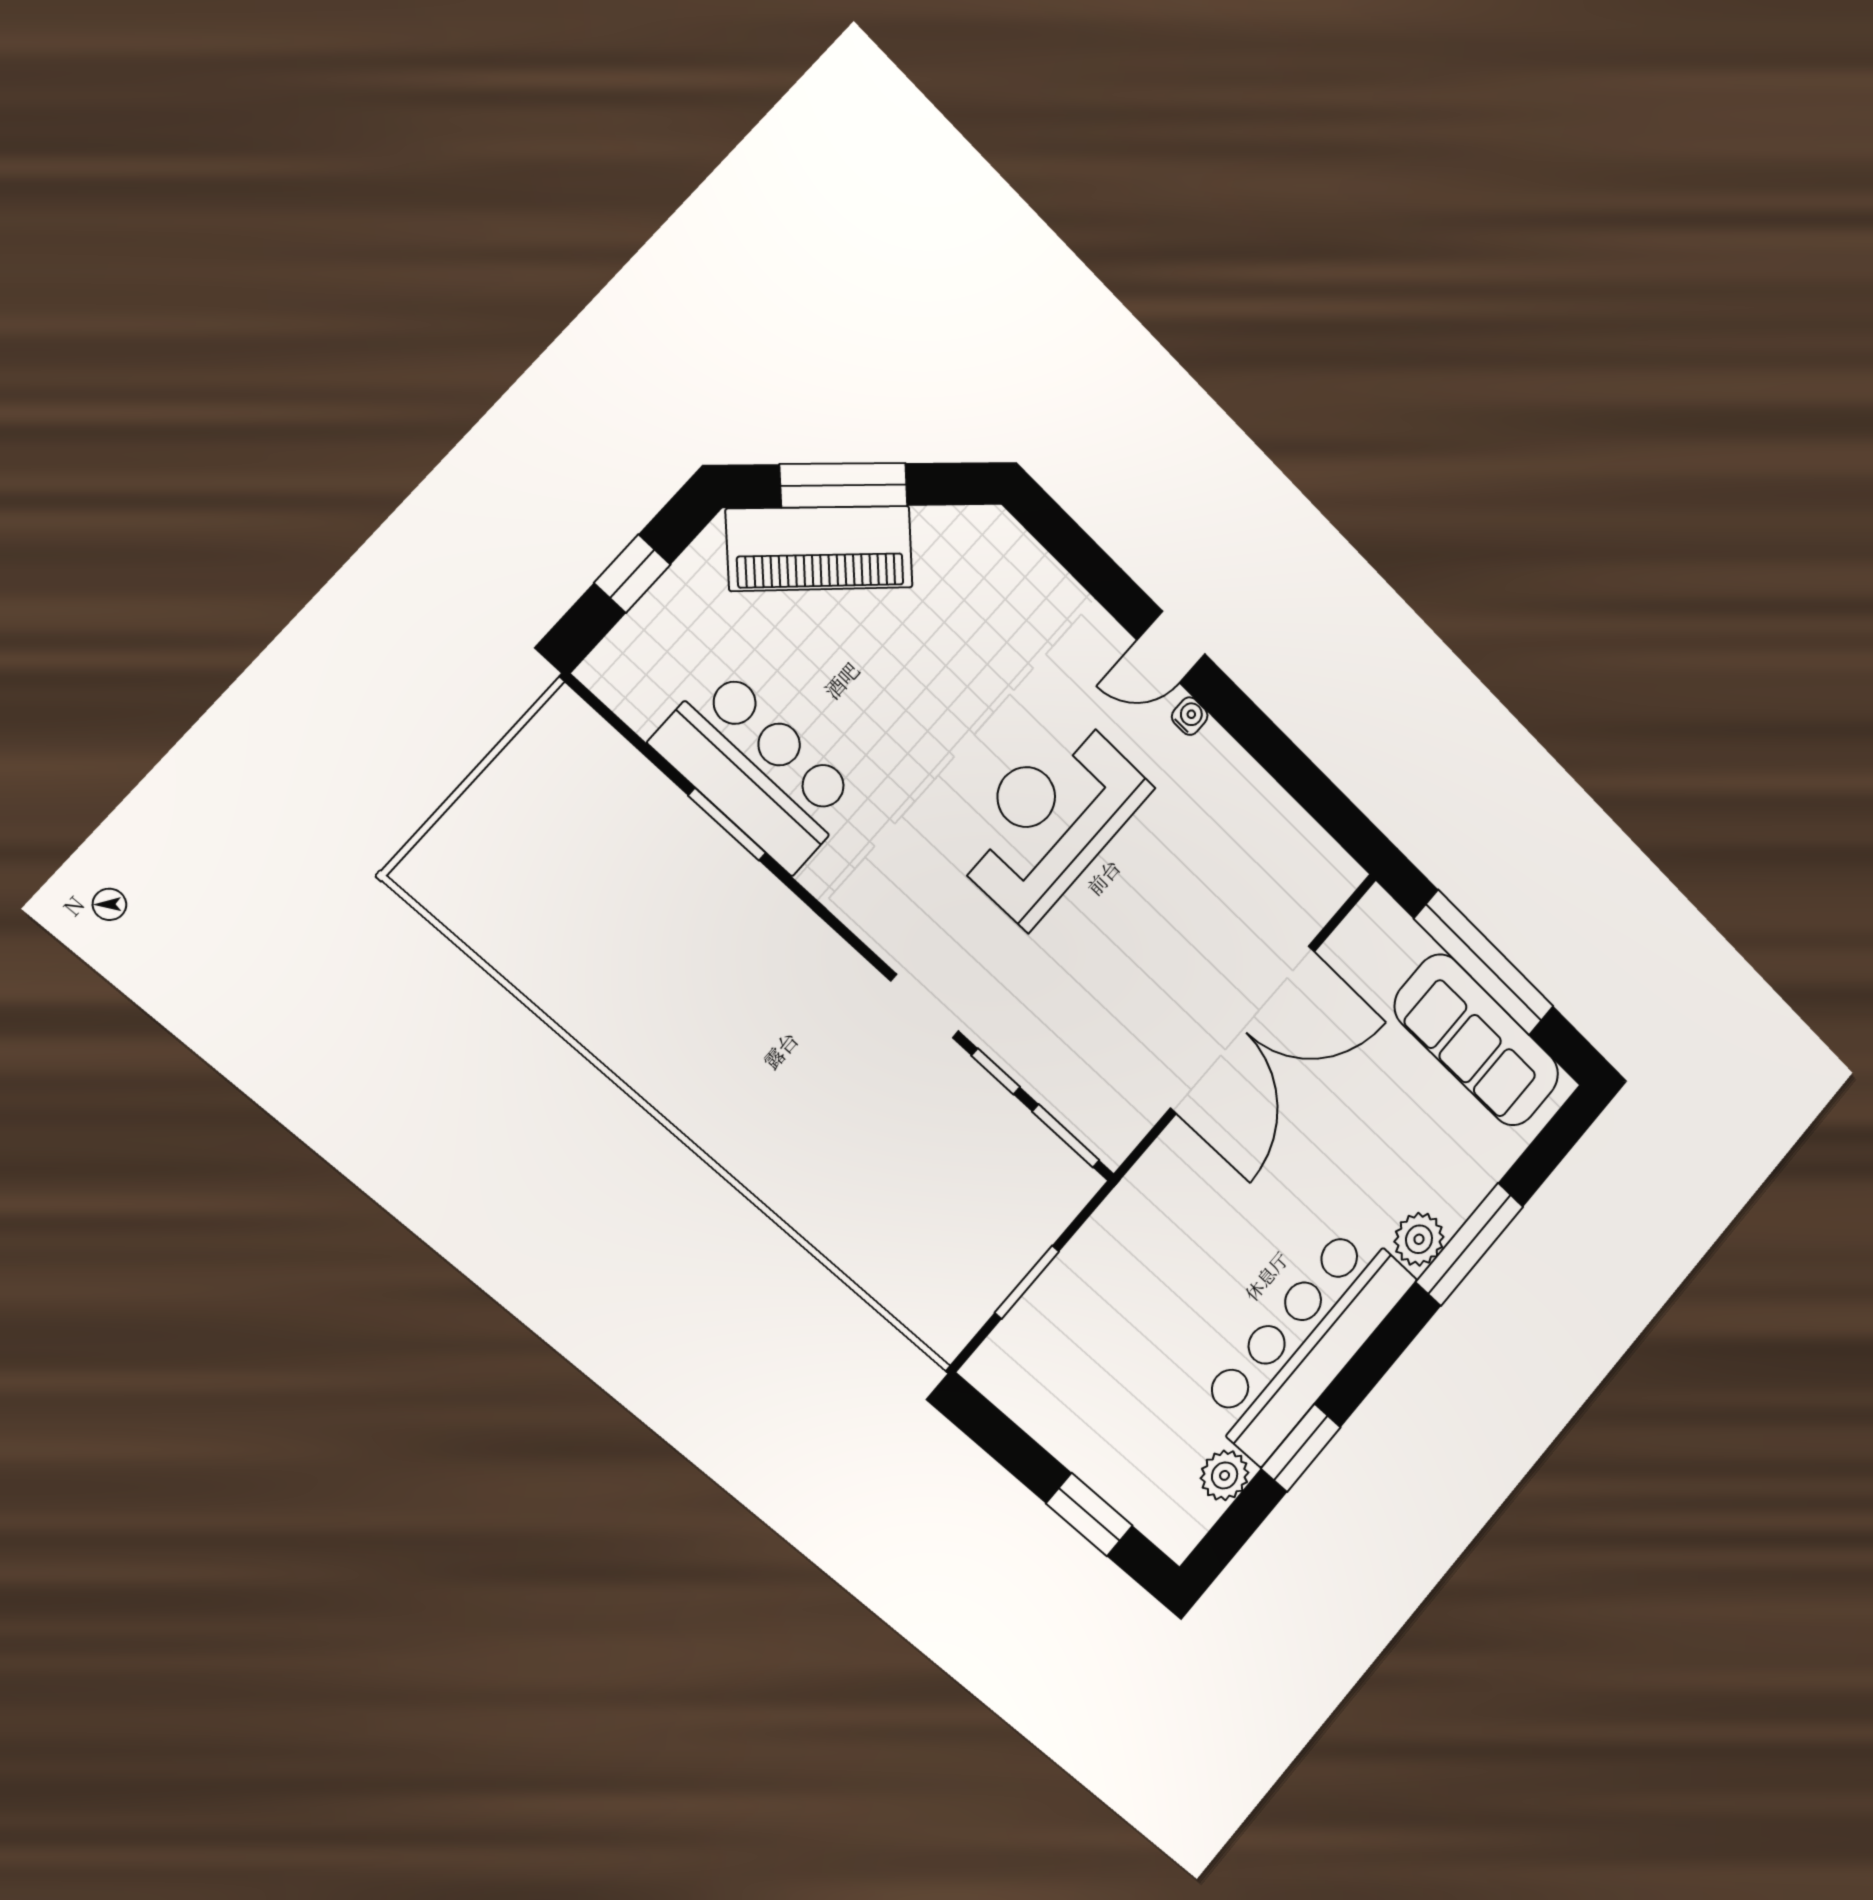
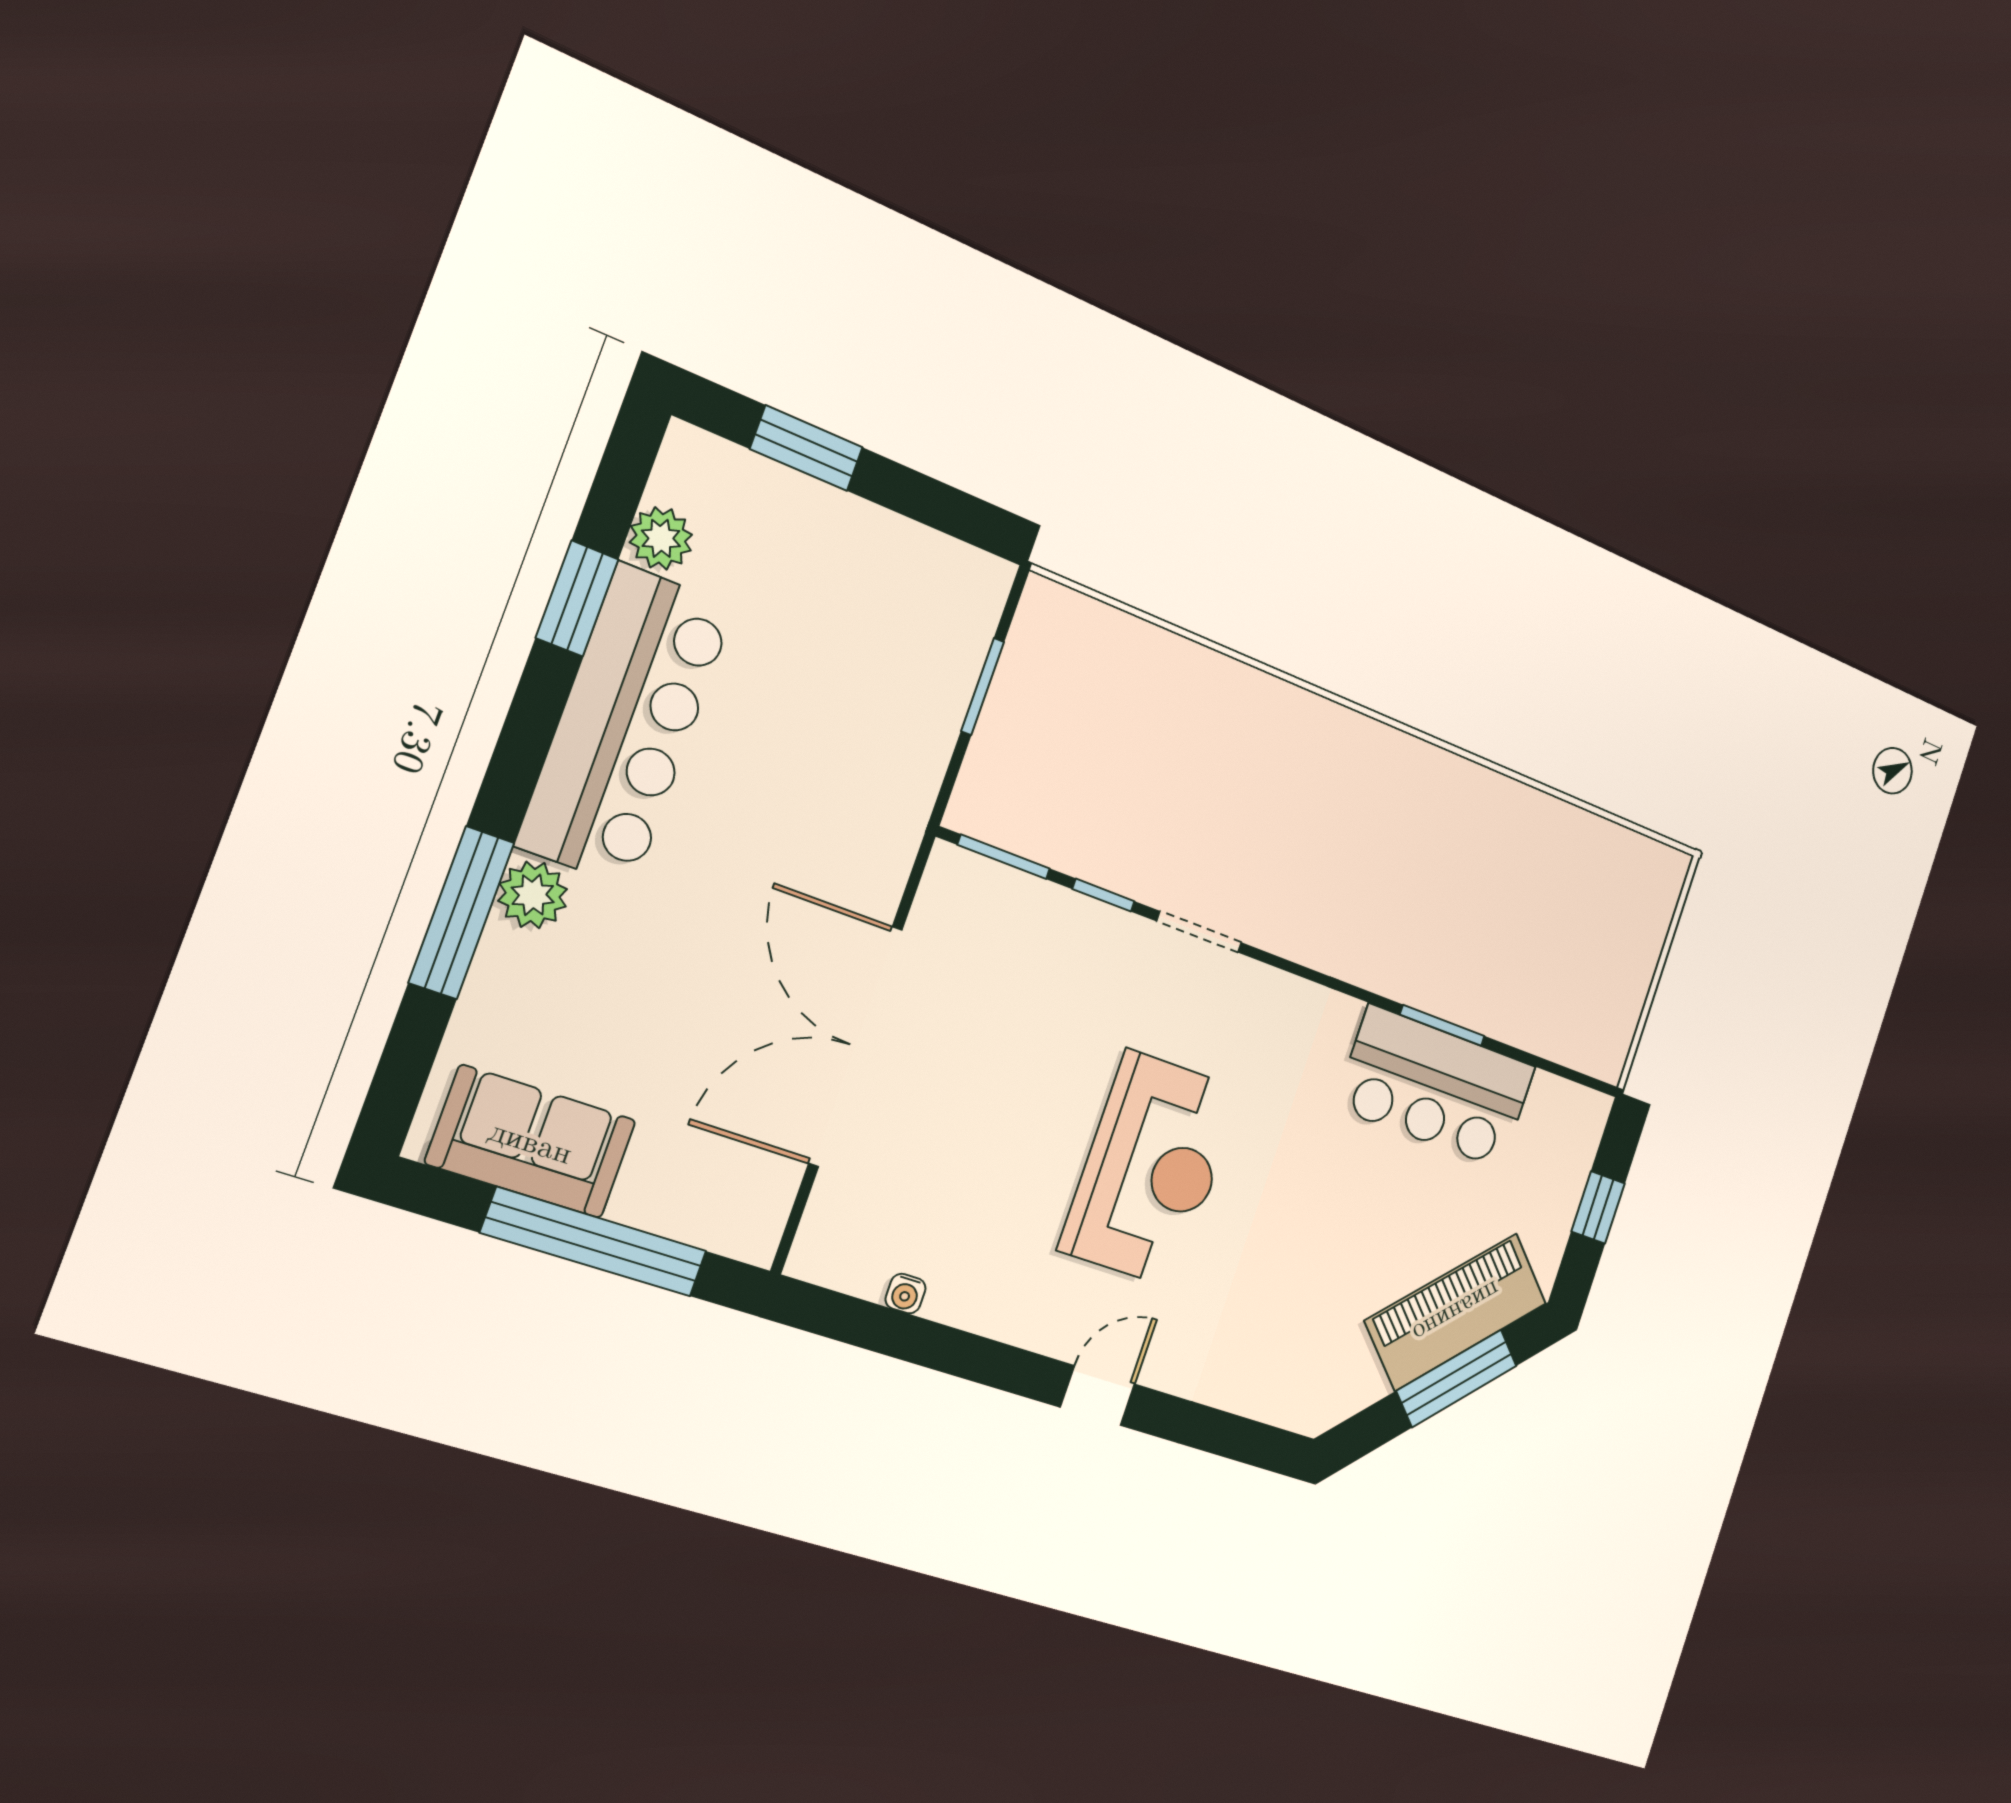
water cooler: (1190, 716) -> (906, 1294), moved
sofa: (1477, 1040) -> (531, 1142), width x0.73

